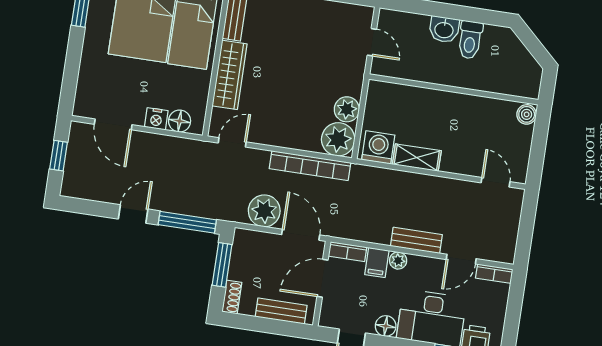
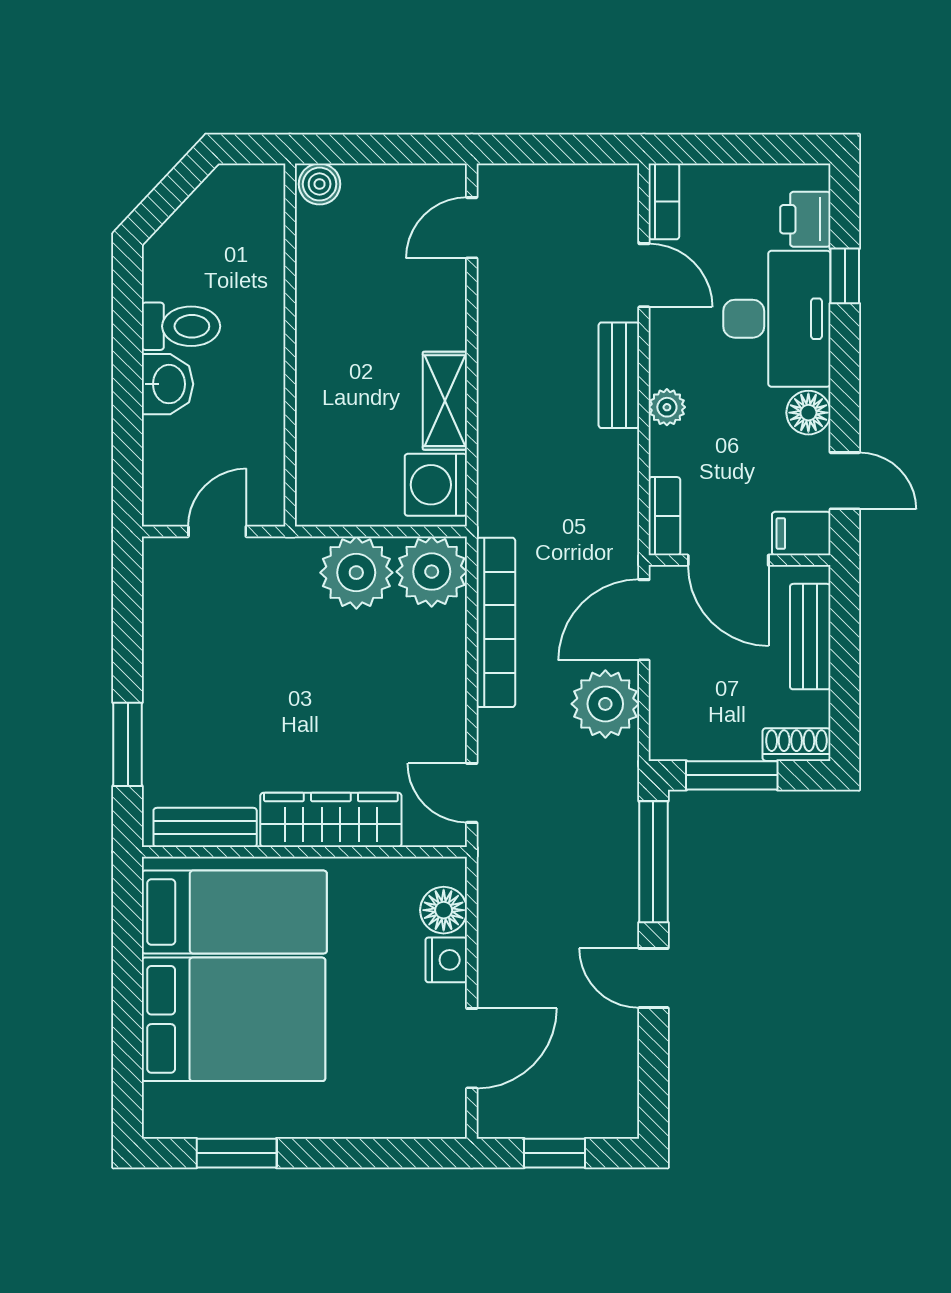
plant: (347, 109) -> (356, 573), width x1.36, depth x1.36
filing cabinet: (377, 262) -> (801, 534), moved, turned 180

